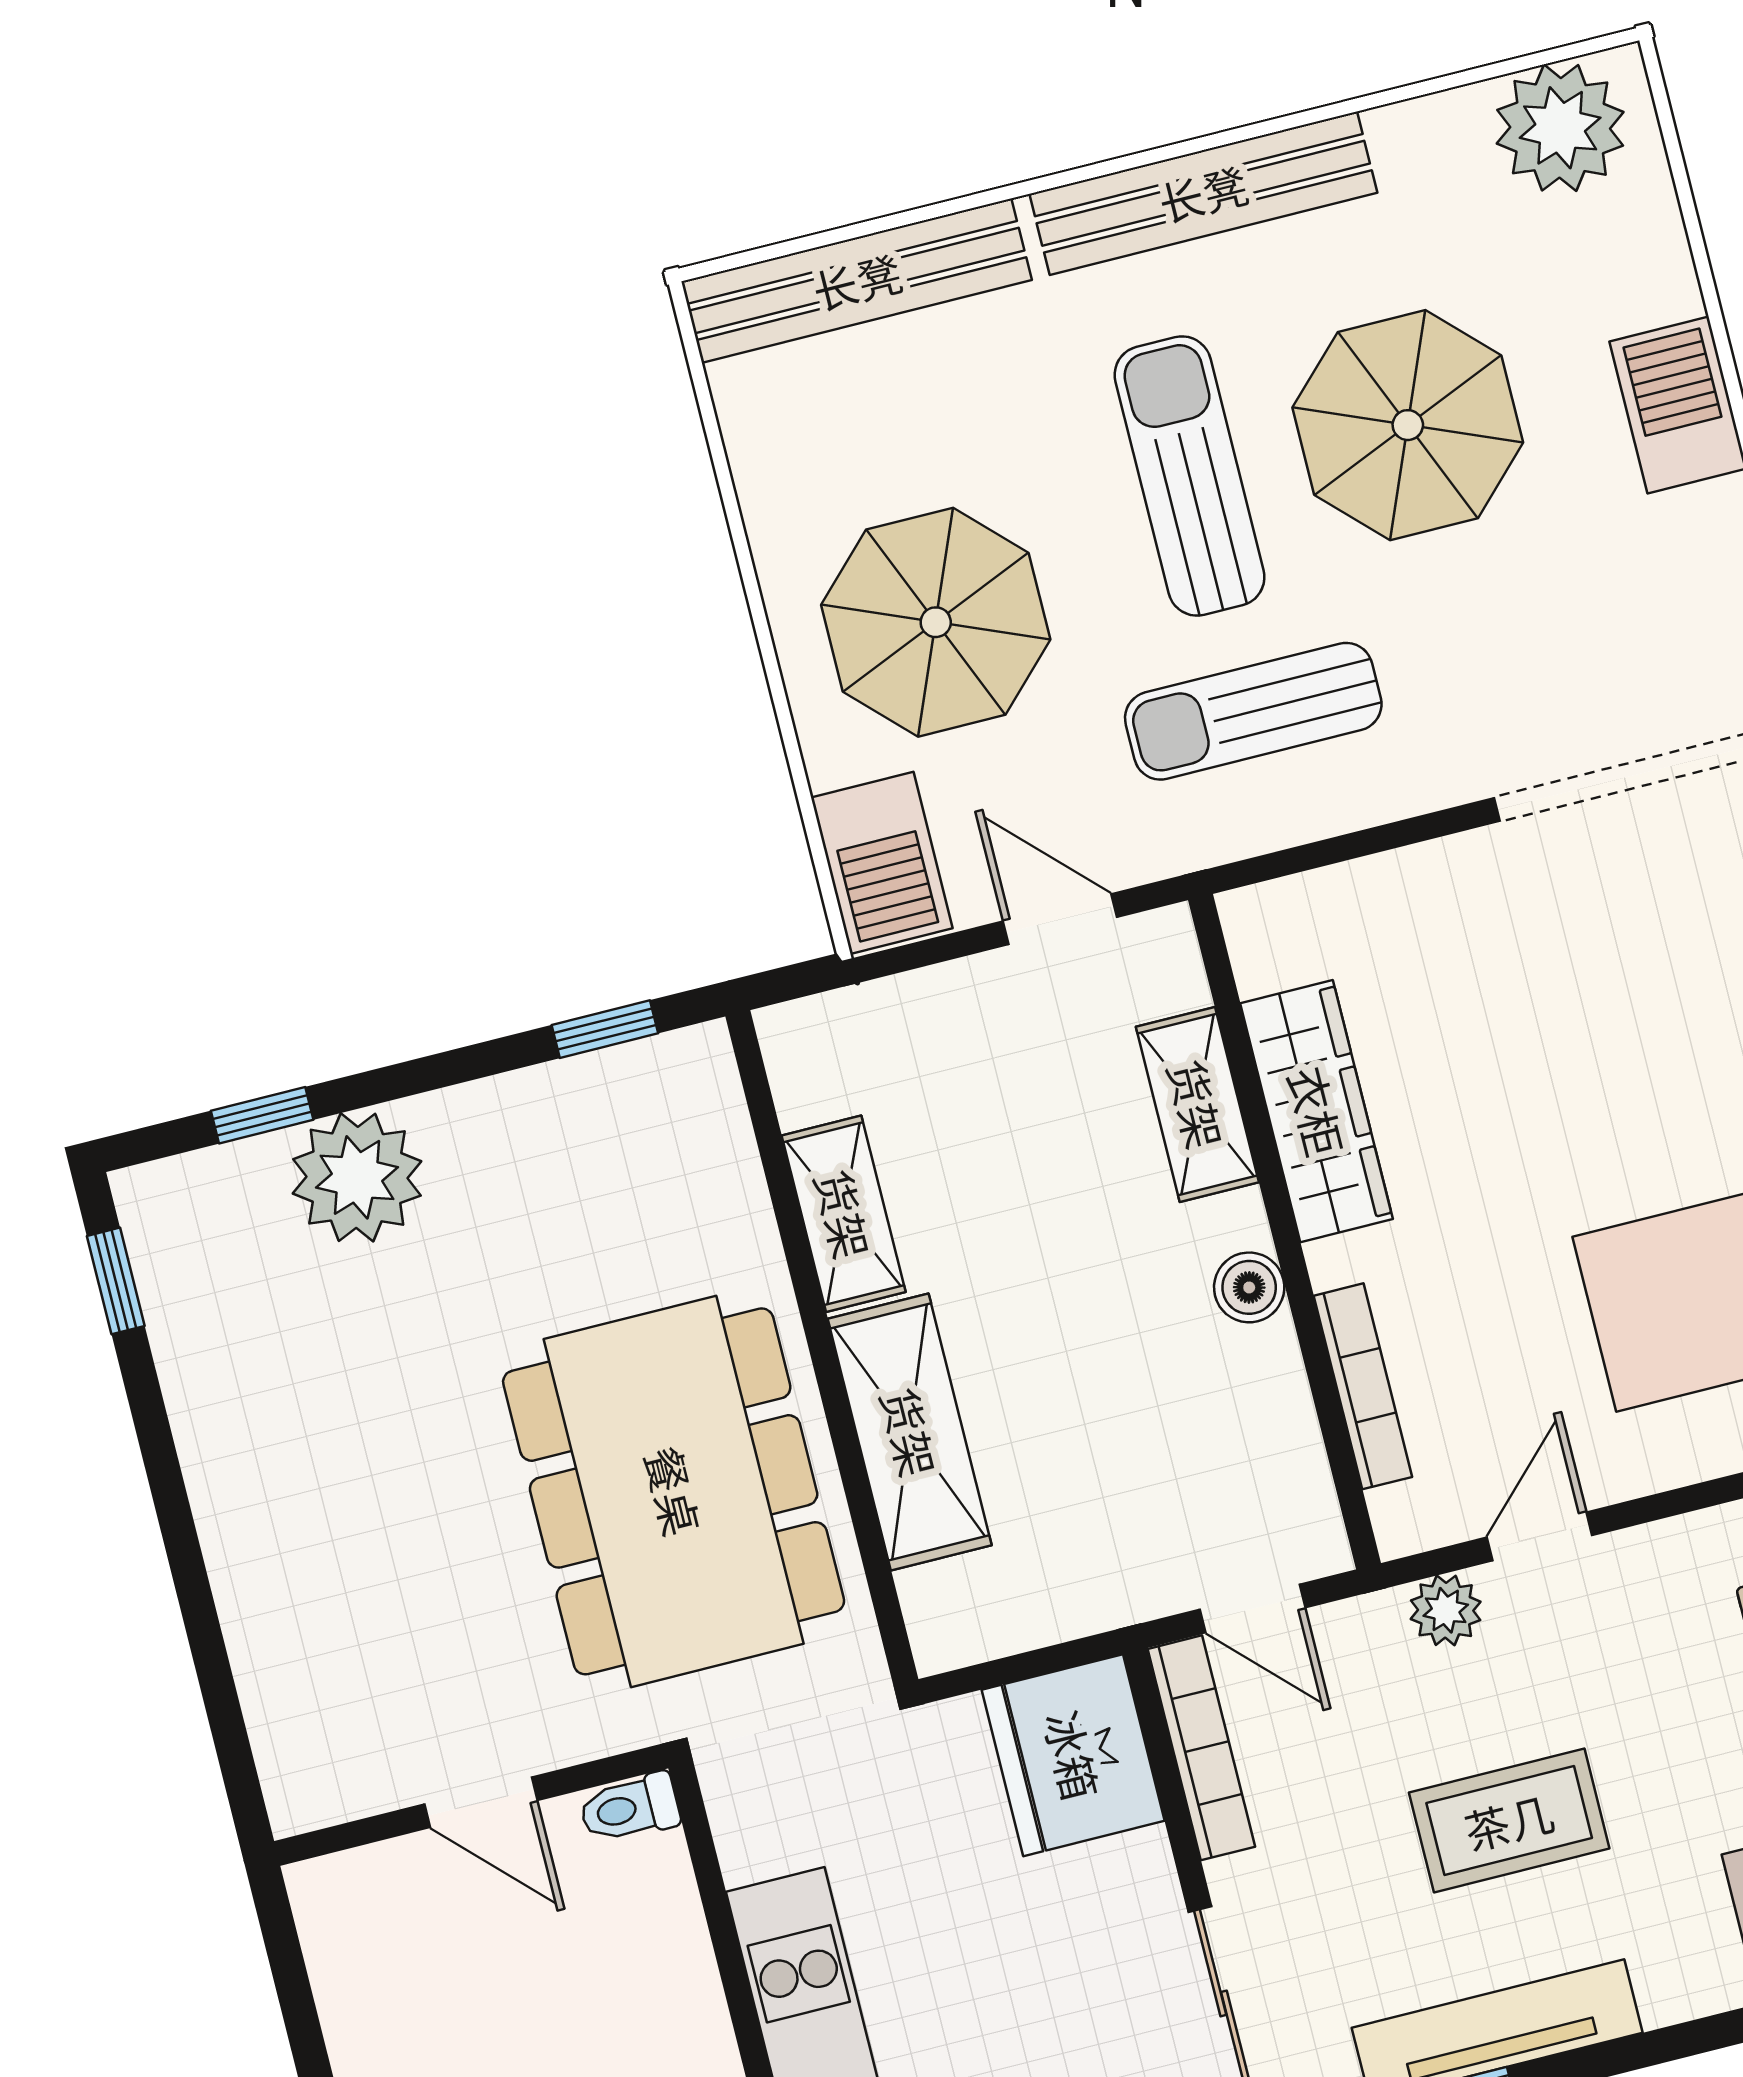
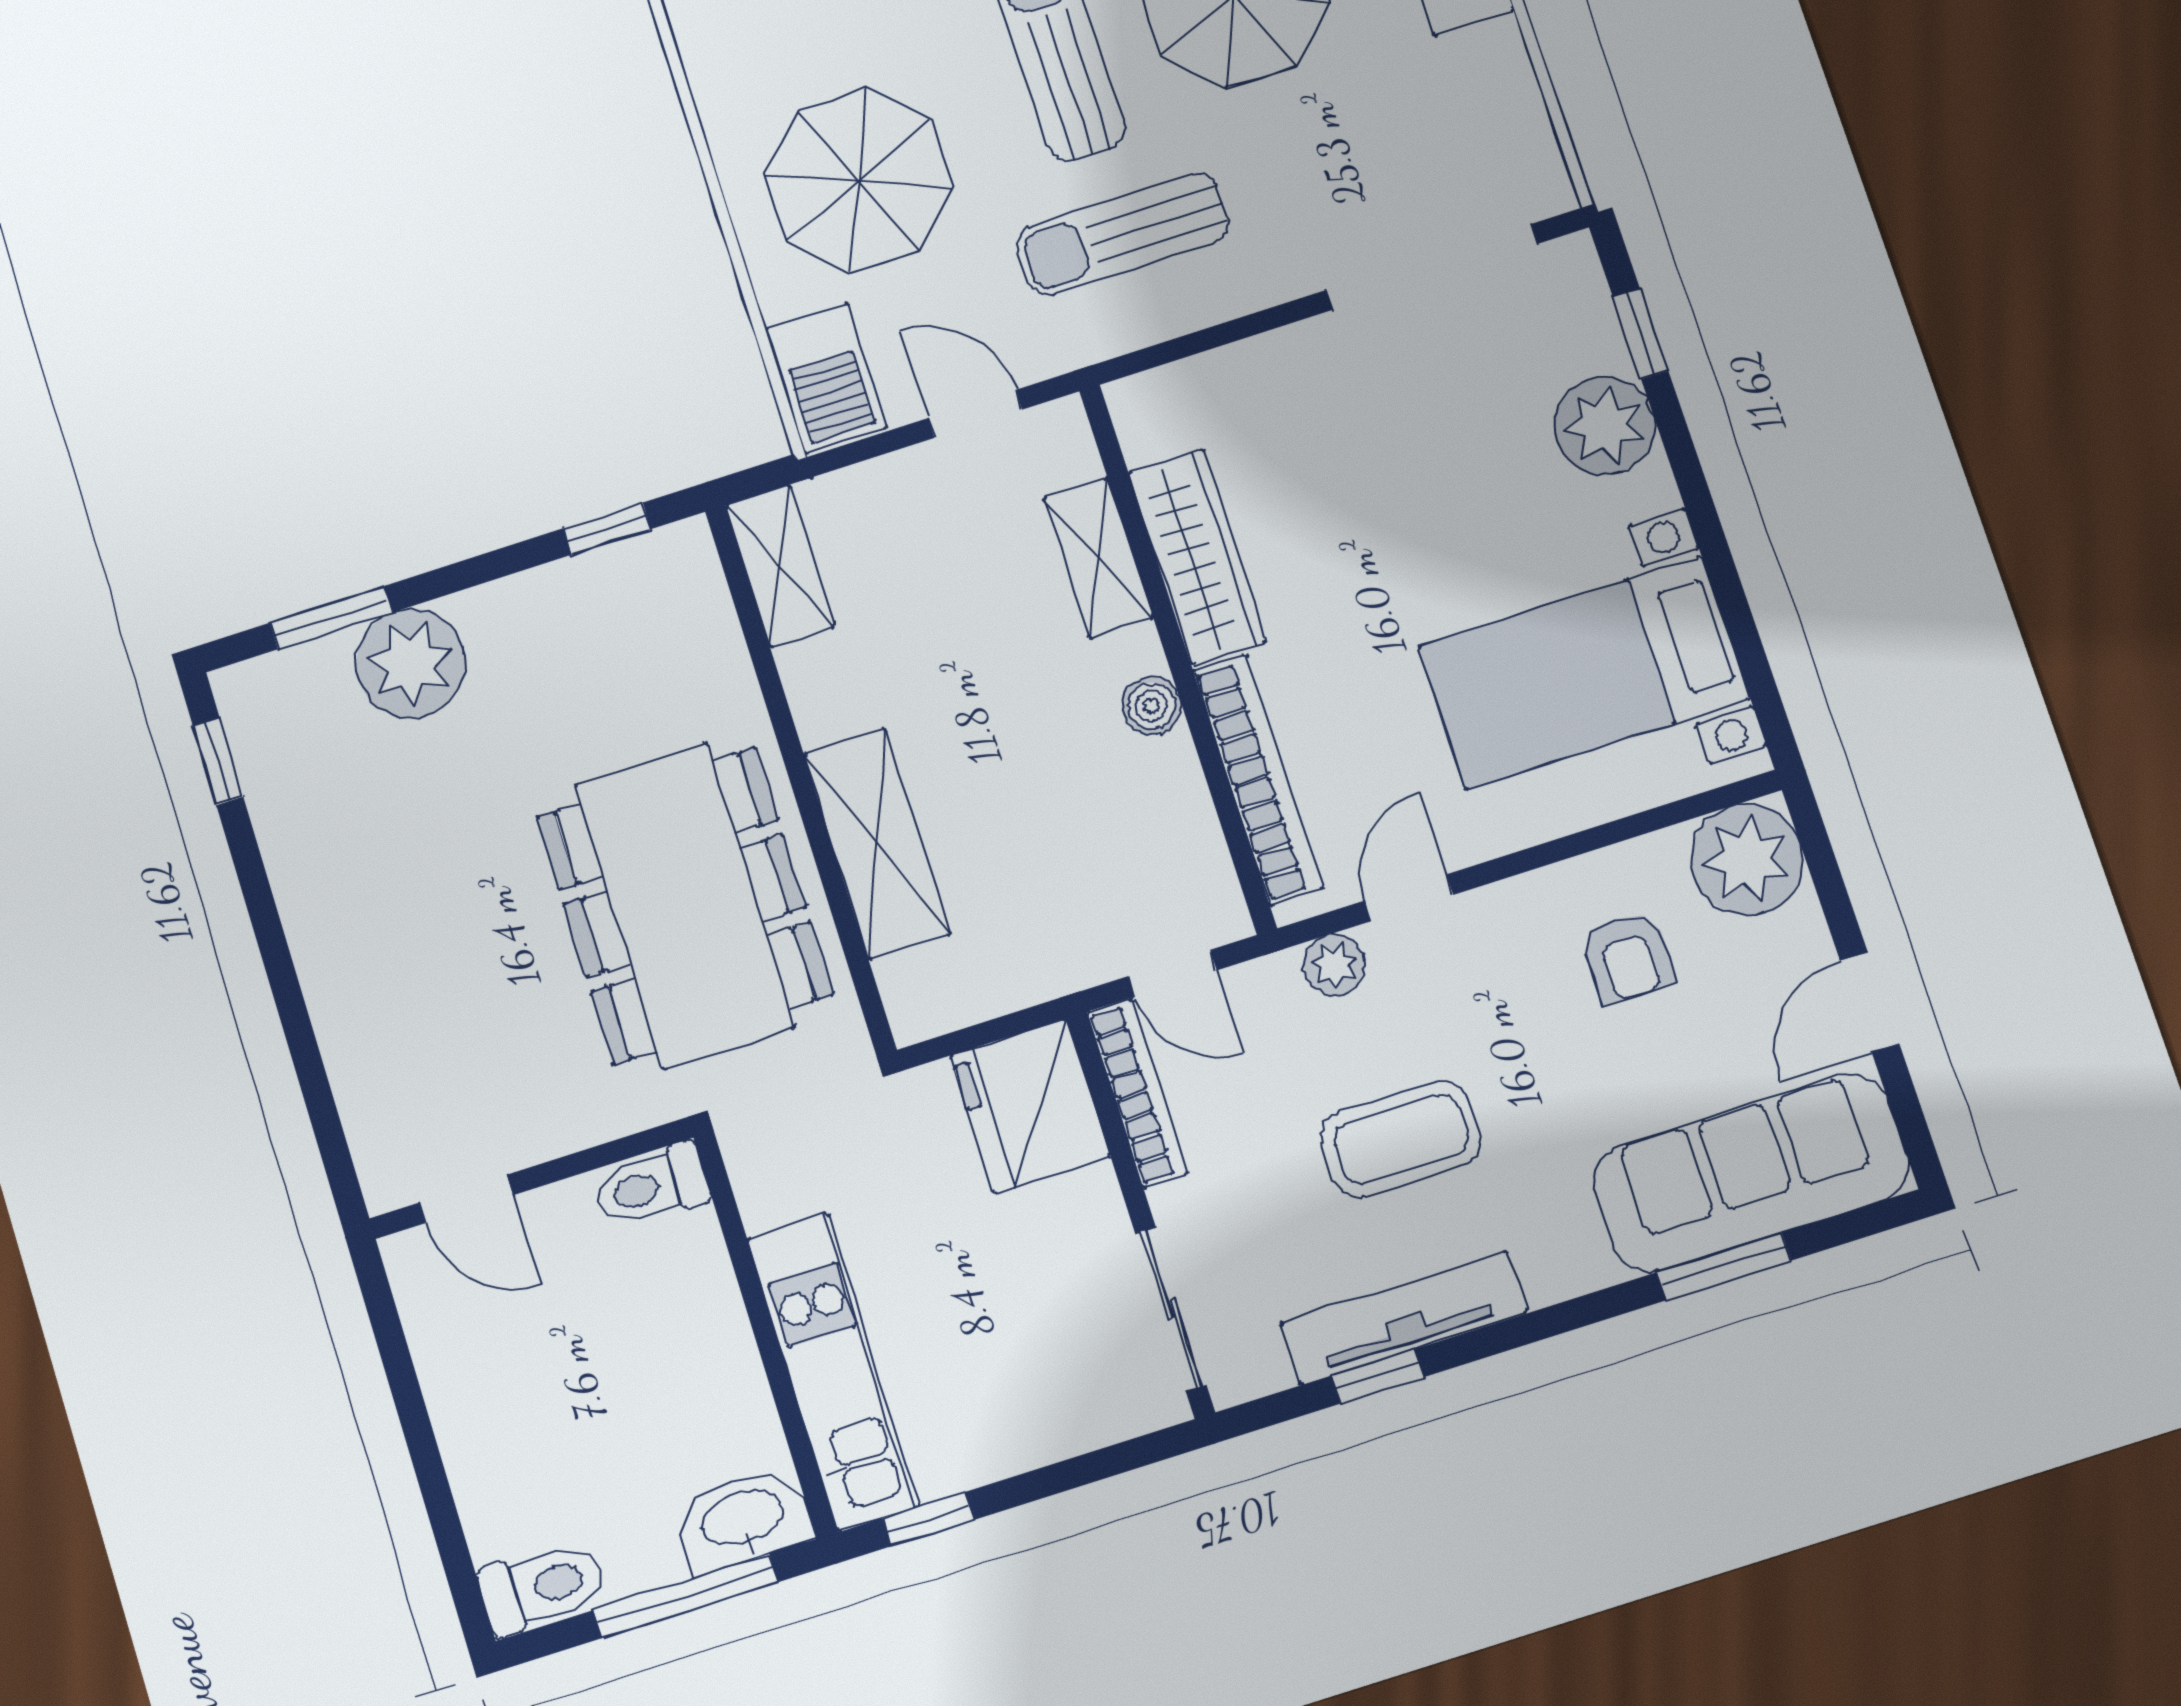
window: (262, 1115) -> (331, 618), width x1.50
shelving: (844, 1214) -> (780, 566), moved
bookcase: (1363, 1386) -> (1258, 780), width x1.48, depth x1.31
door: (481, 1802) -> (466, 1199), moved
toilet: (630, 1808) -> (651, 1186), width x1.37, depth x1.39

